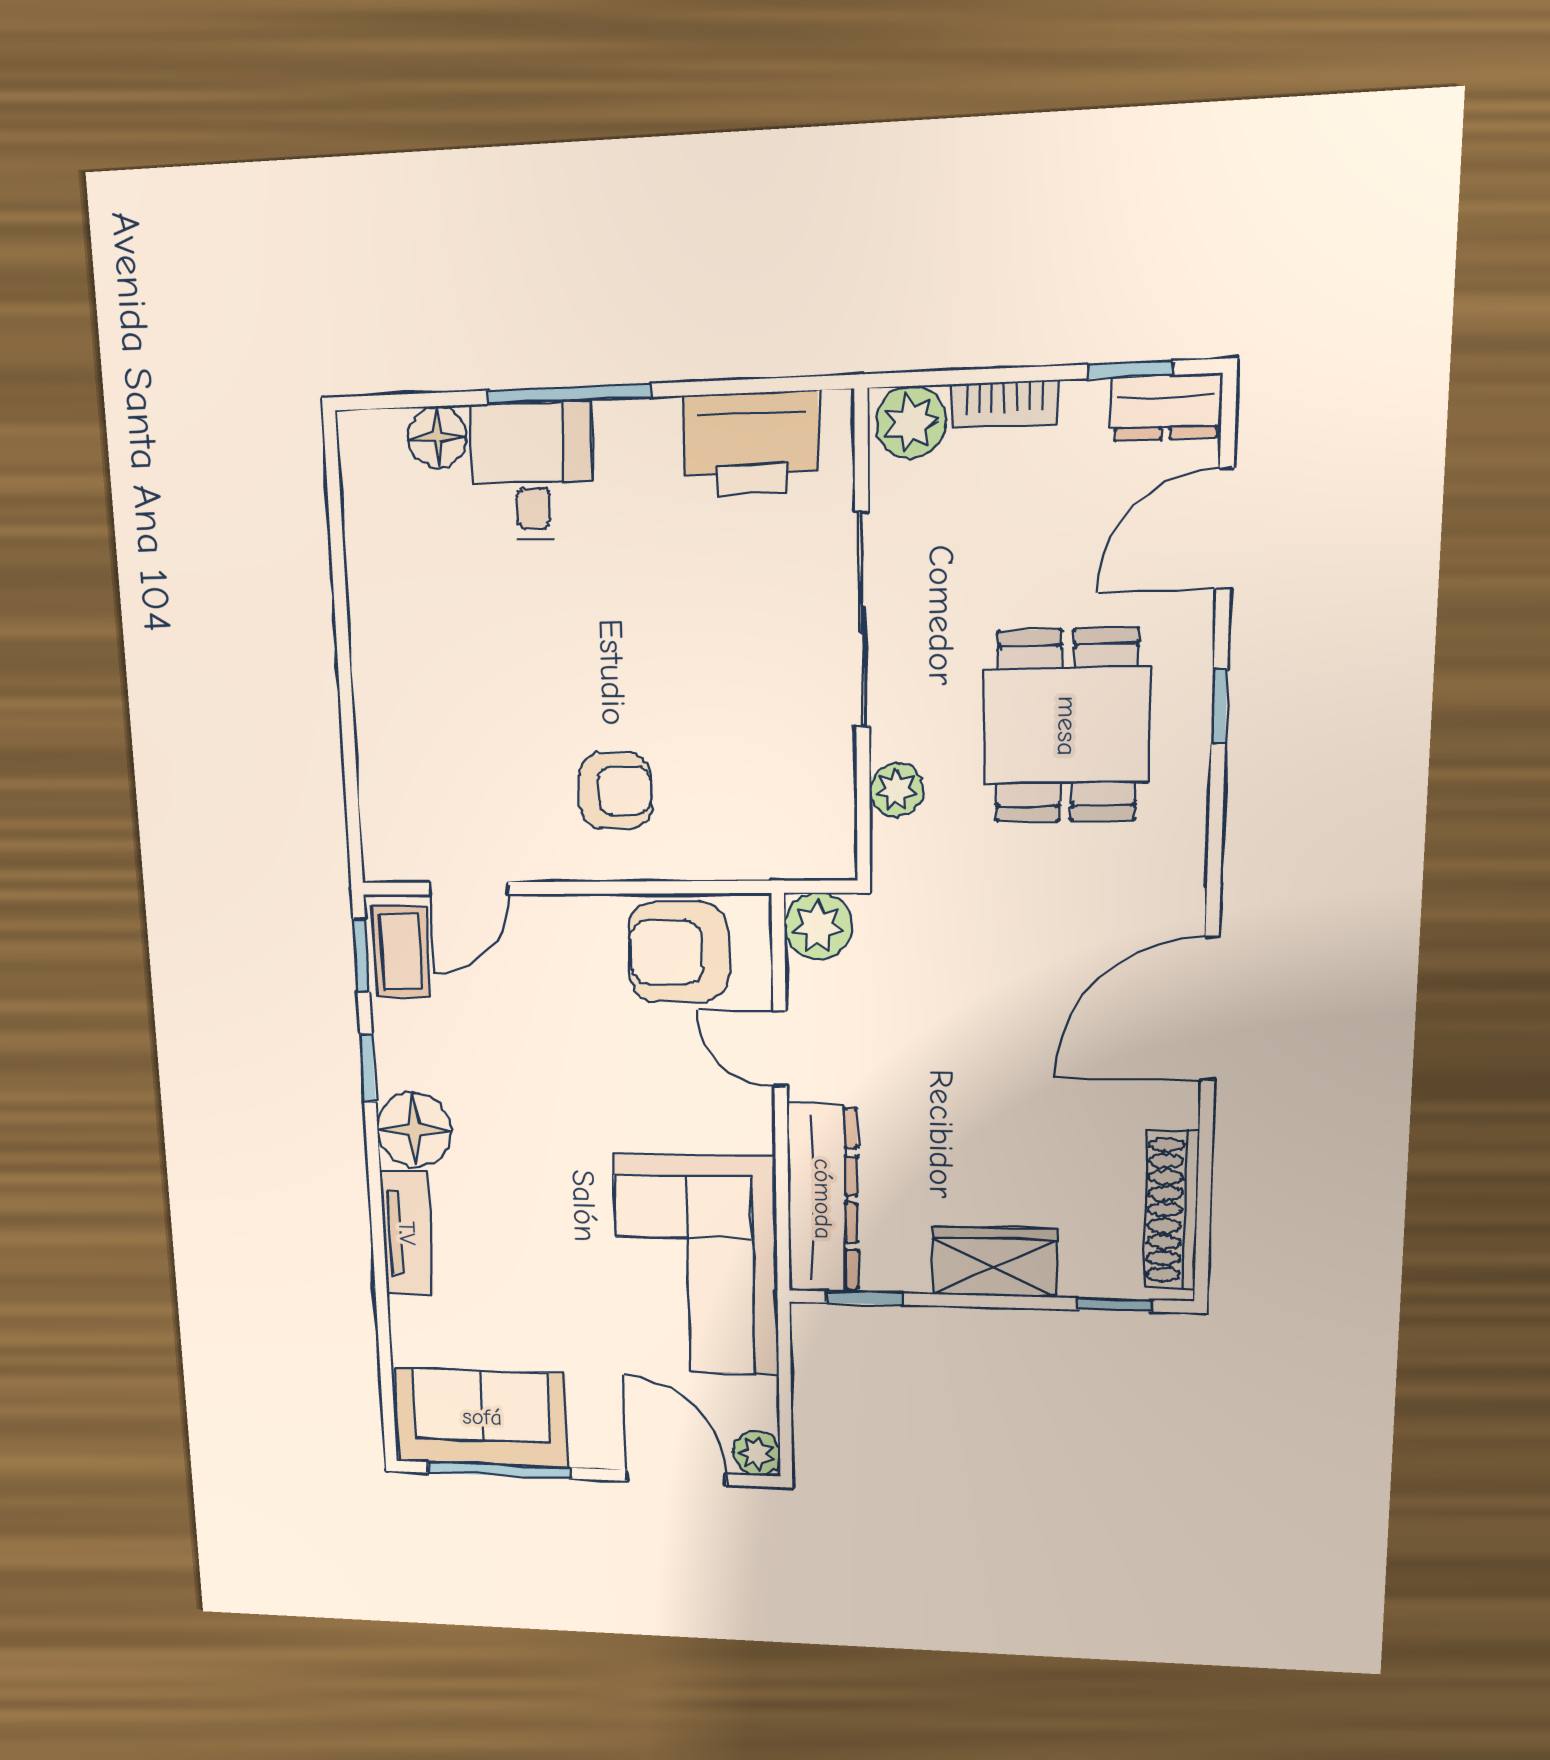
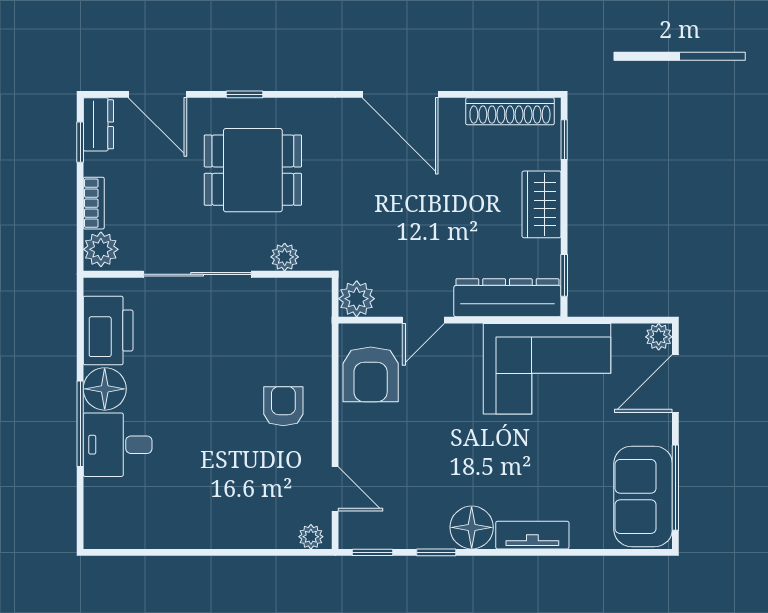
floor lamp: (437, 437) -> (105, 389), moved, width x1.38, depth x1.38
plant: (382, 844) -> (311, 537), added
coffee table: (401, 952) -> (370, 529), removed

